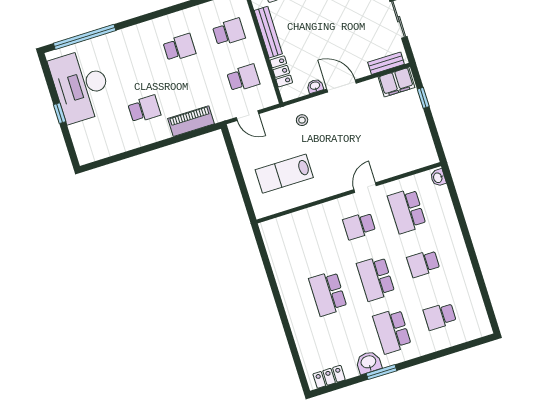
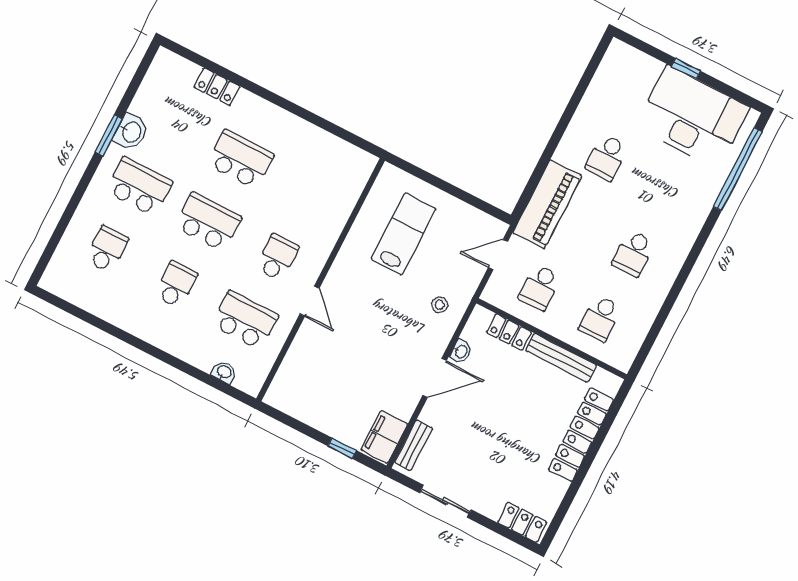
piano: (191, 121) -> (547, 204), width x1.37, depth x1.33
washbasin: (438, 178) -> (224, 372), moved
locker: (329, 377) -> (217, 87), moved, turned 90

